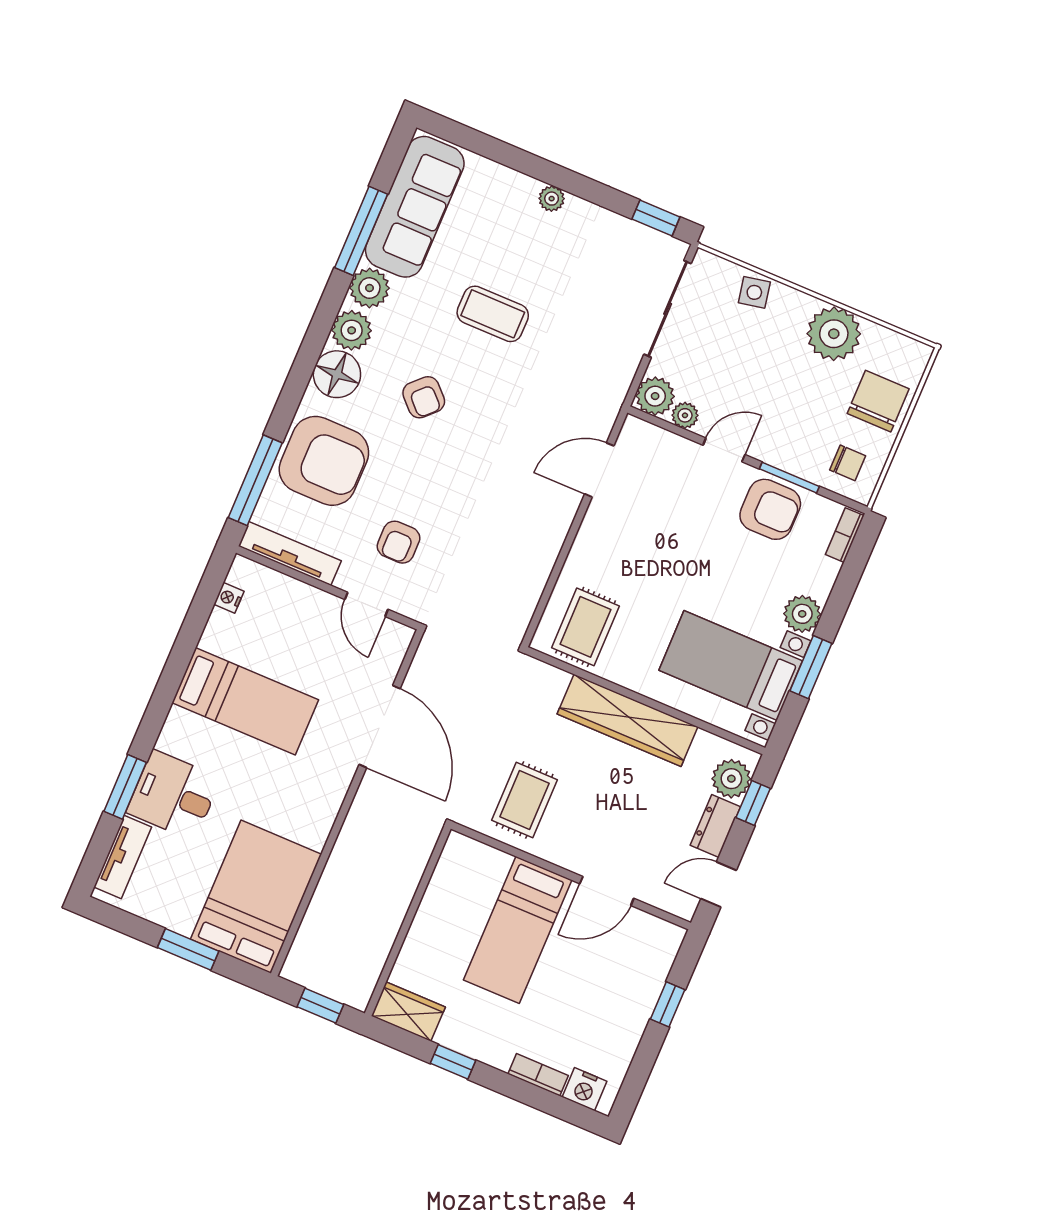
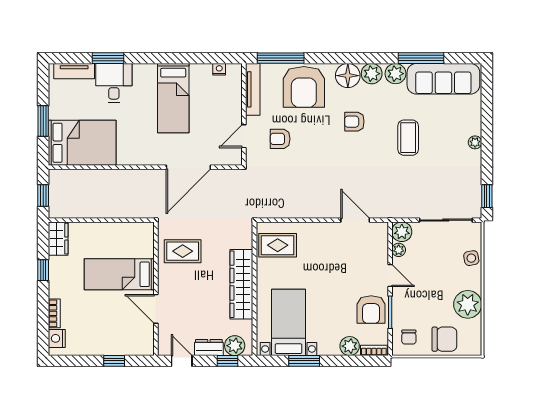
armchair: (424, 397) -> (354, 122), turned 45
plant: (802, 614) -> (350, 346), moved

